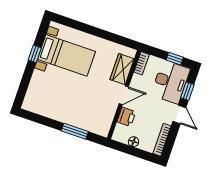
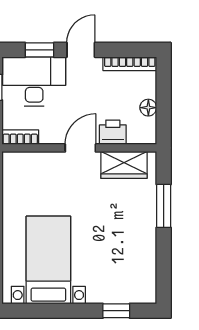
window: (35, 54) -> (116, 311), moved
wardrobe: (122, 69) -> (124, 165), moved
door: (124, 95) -> (80, 148), hinge flipped

